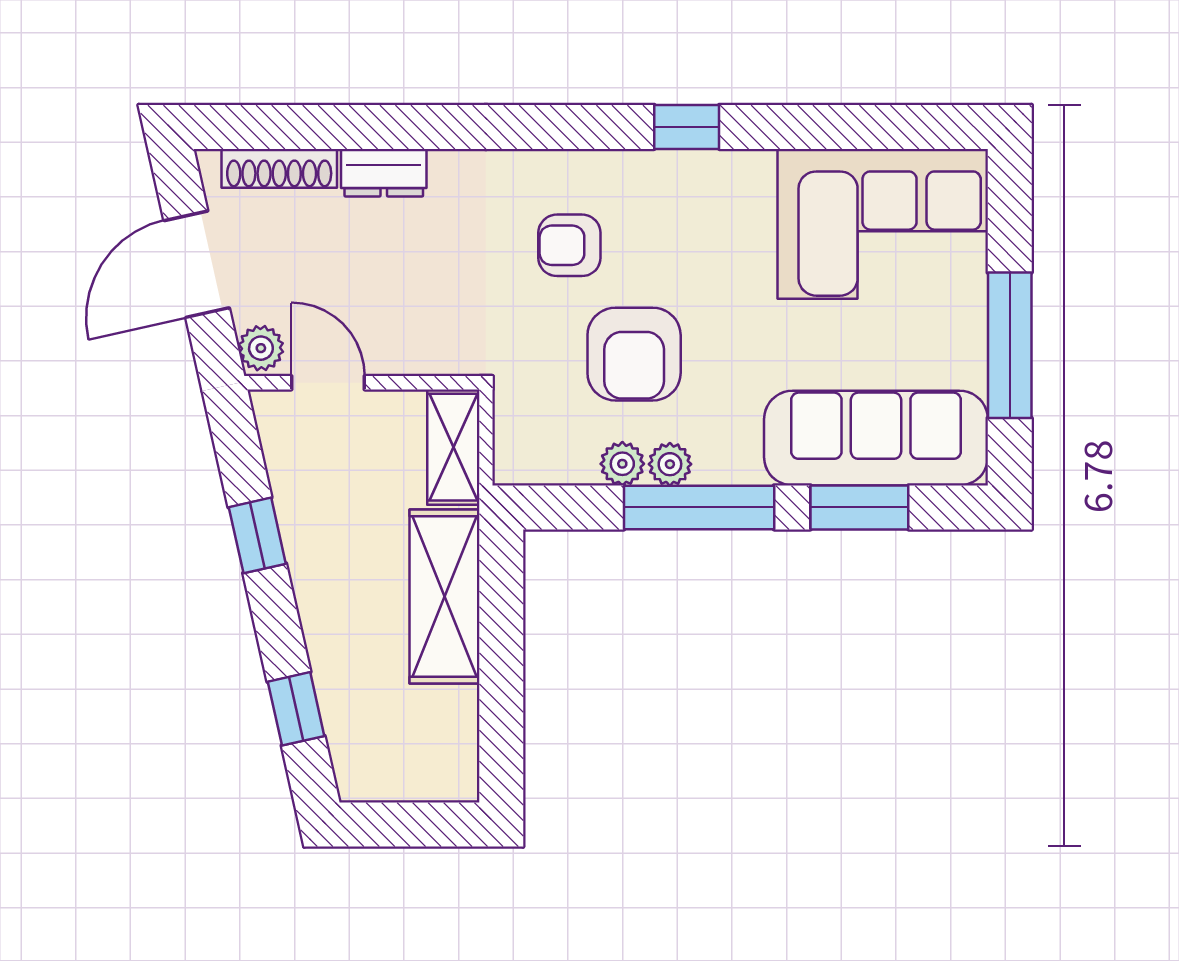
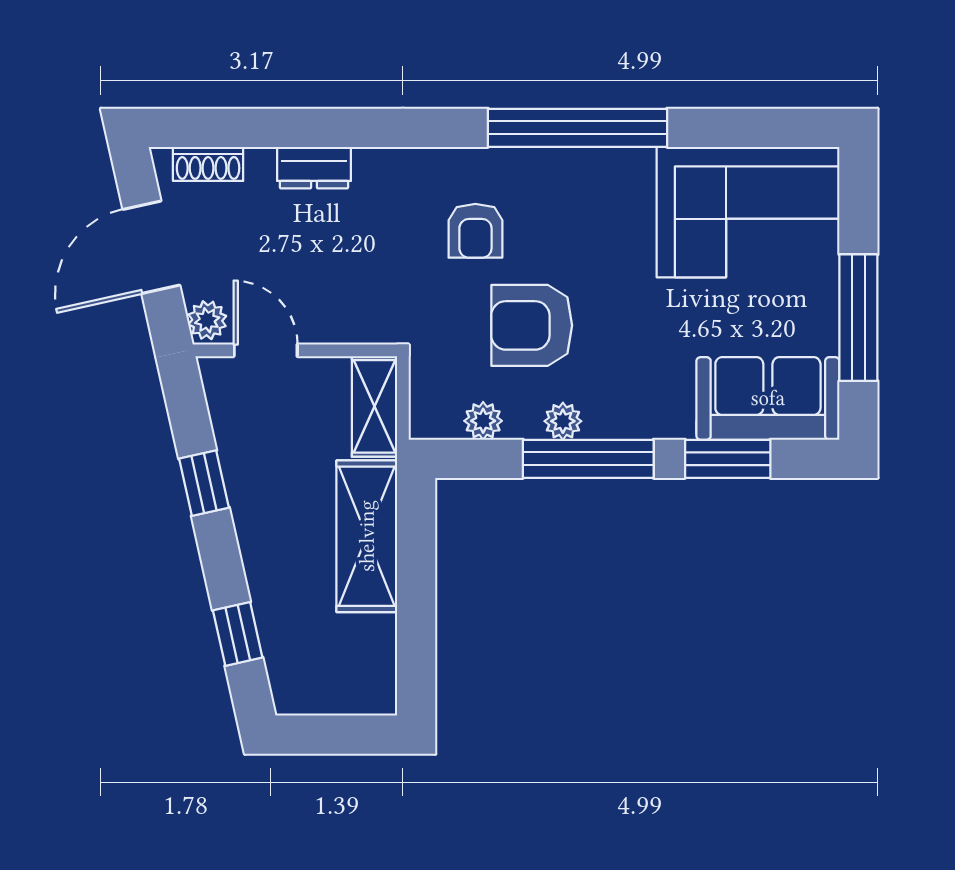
window: (687, 127) -> (577, 128), width x3.17
shoe rack: (279, 168) -> (208, 164), width x0.70
armchair: (569, 245) -> (475, 231), turned -90
armchair: (634, 354) -> (532, 325), turned 90
sofa: (876, 438) -> (768, 398), width x0.73
plant: (622, 464) -> (483, 421), moved

